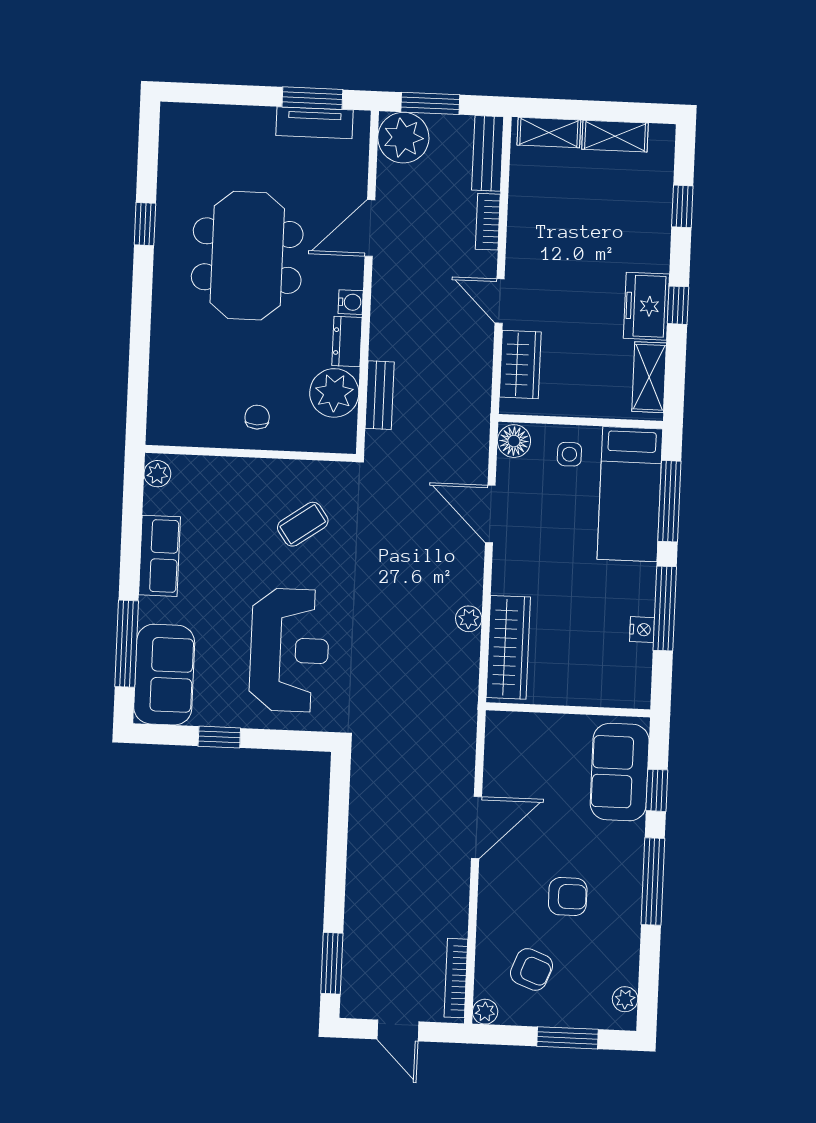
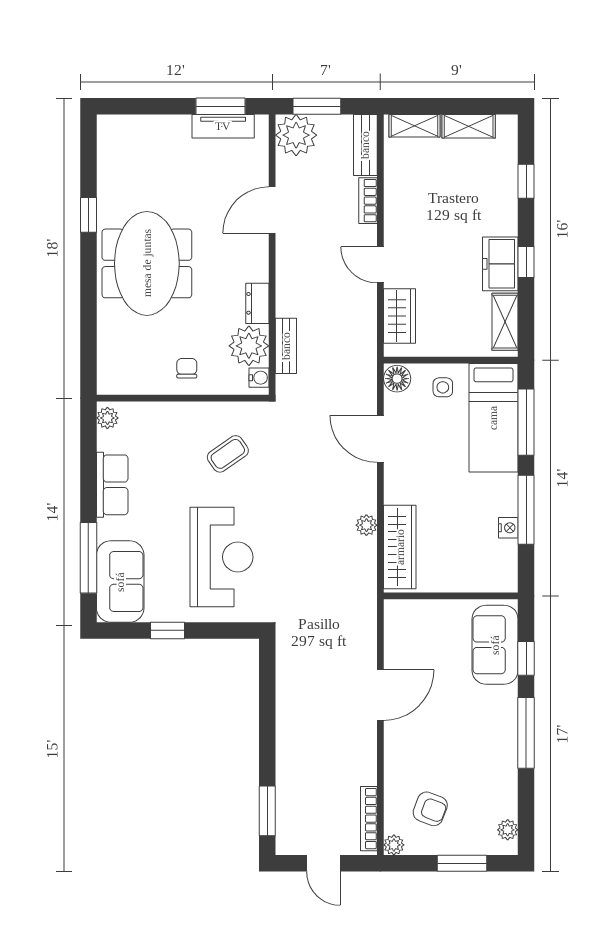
meeting table: (247, 256) -> (147, 263), moved
water cooler: (351, 302) -> (259, 378), moved
armchair: (568, 897) -> (457, 748), removed

